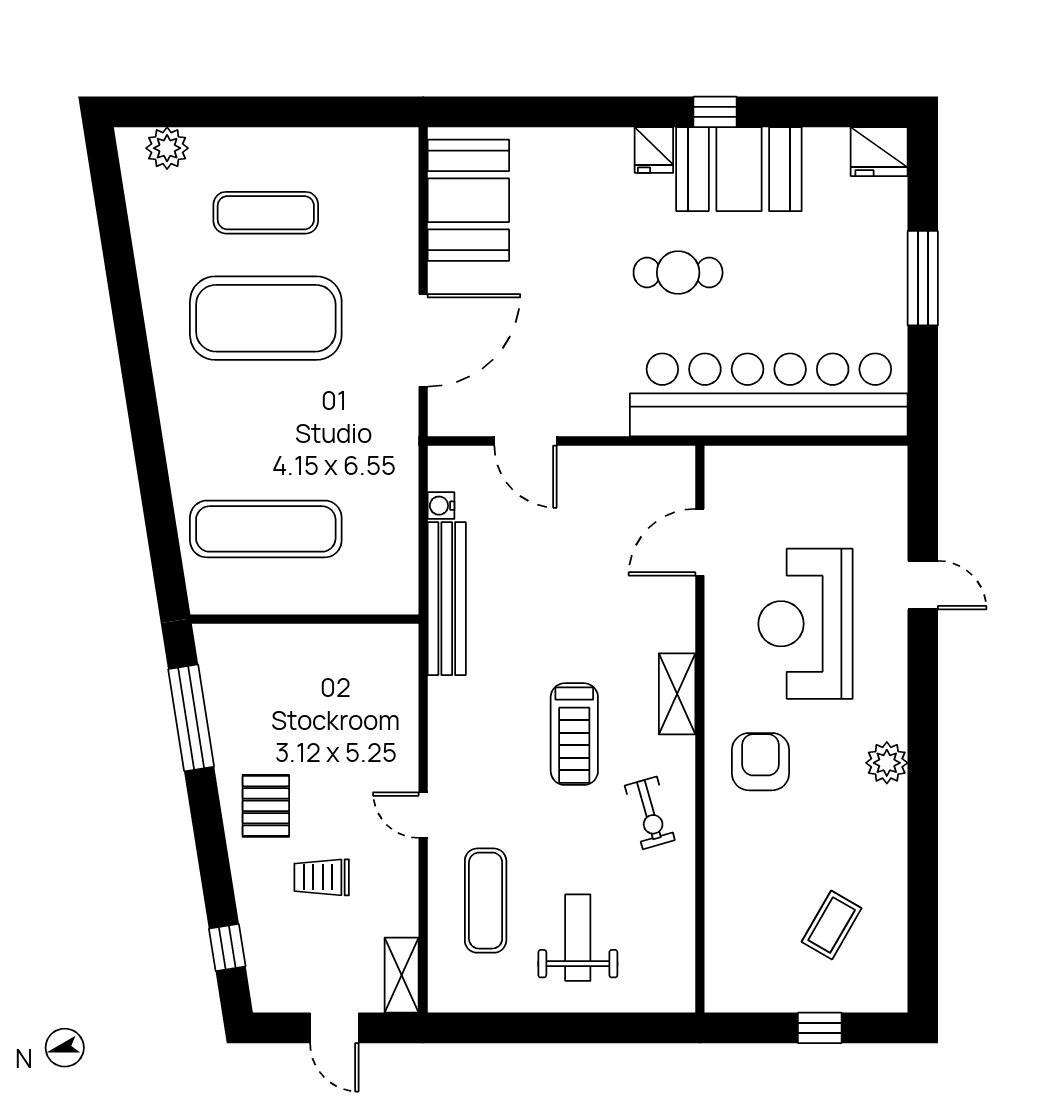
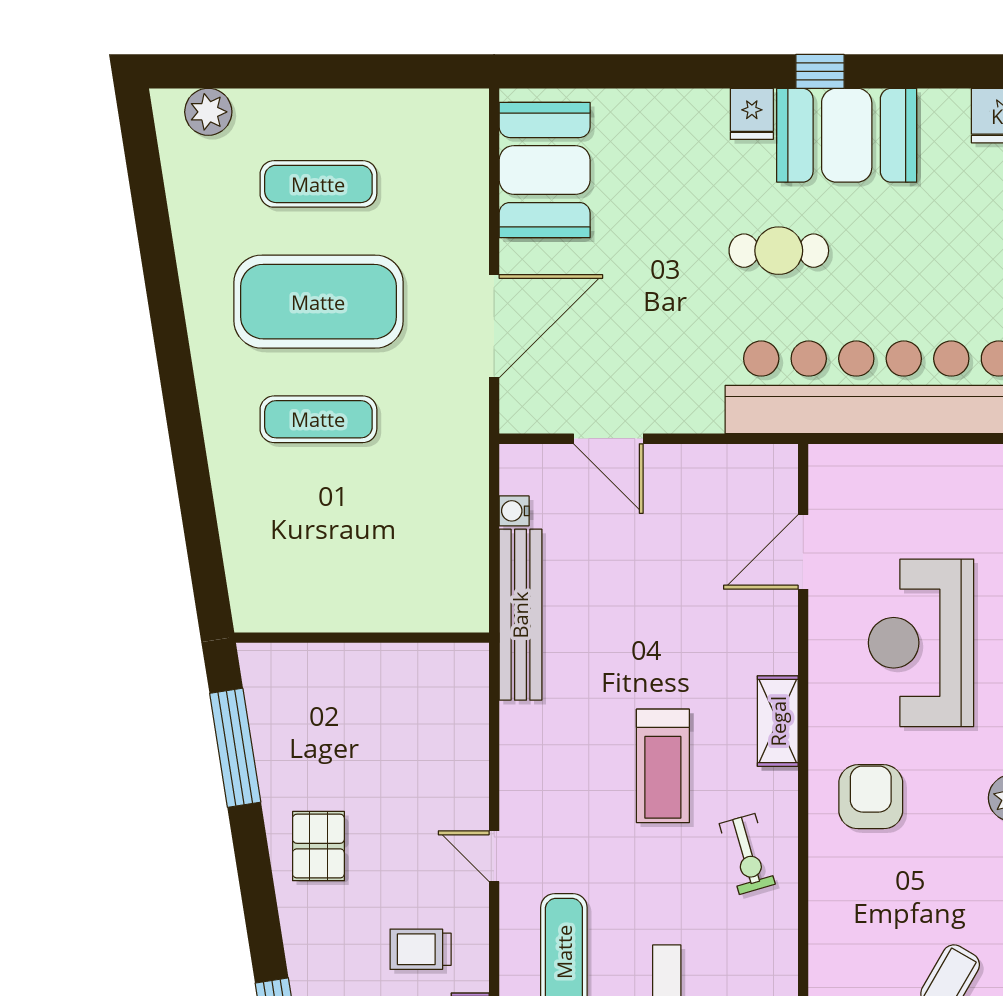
exercise mat: (266, 529) -> (318, 419), moved, width x0.73, depth x0.69
trolley: (322, 877) -> (421, 949), moved

